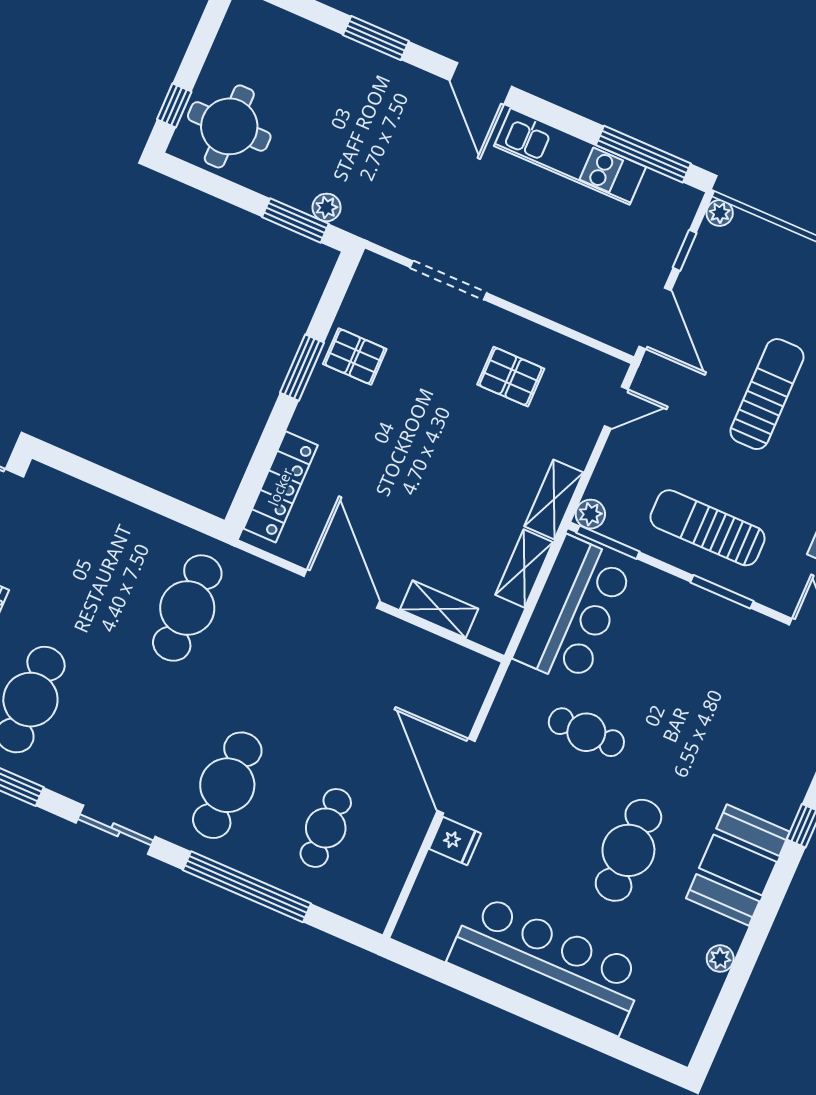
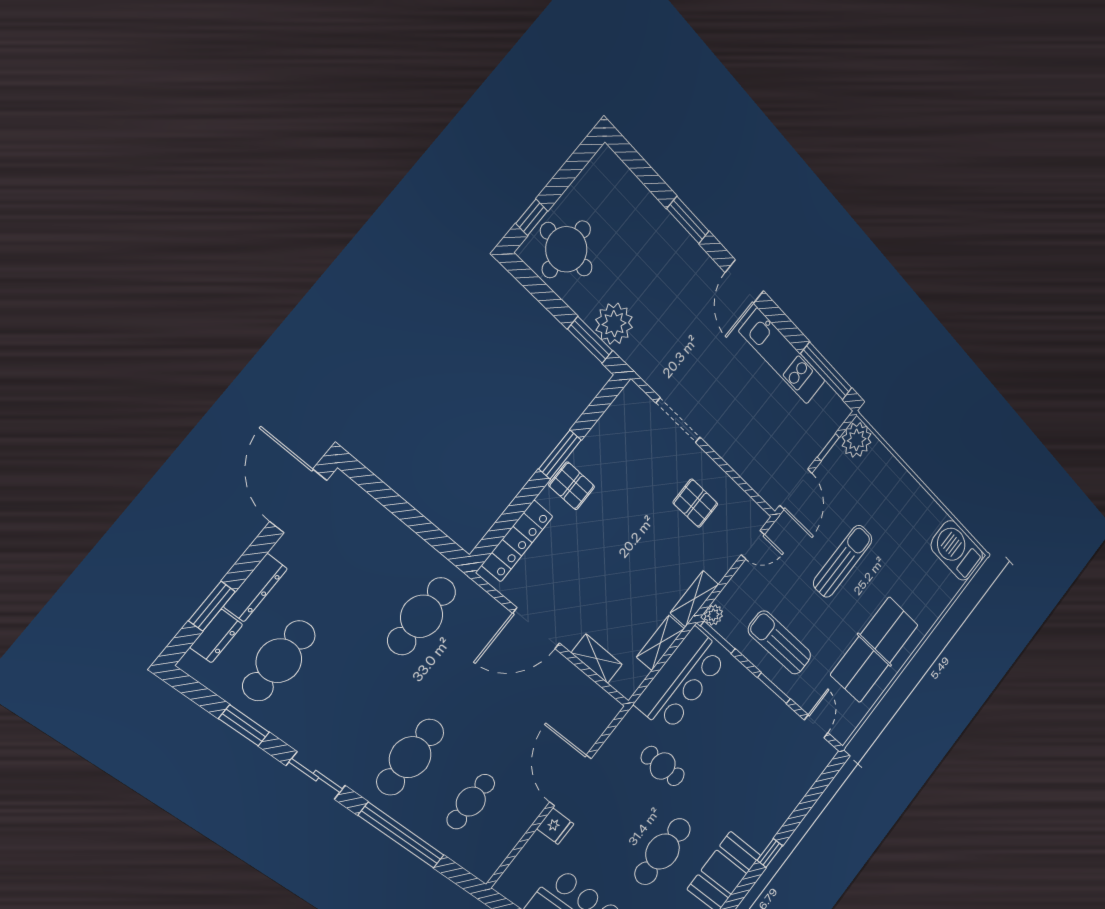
plant: (327, 207) -> (614, 324), width x1.88, depth x1.88
plant: (720, 213) -> (857, 440), width x1.87, depth x1.87
pallet: (355, 357) -> (572, 486), moved
door: (342, 589) -> (536, 628), swing flipped

